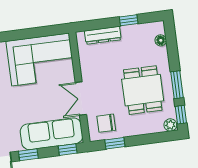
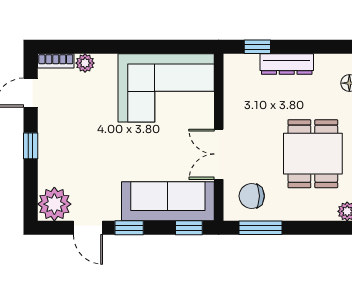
window: (129, 20) -> (257, 47), moved
dresser: (103, 35) -> (287, 64), moved
window: (115, 143) -> (261, 228), width x1.50

